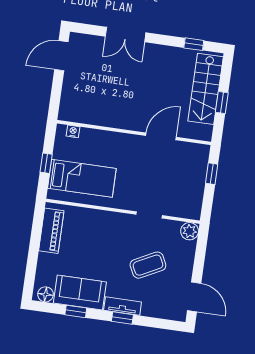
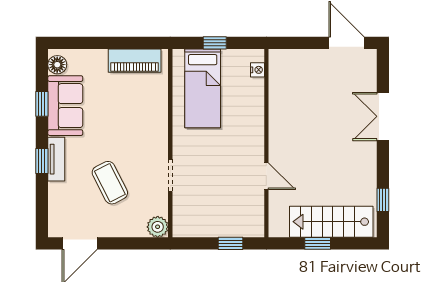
door: (161, 136) -> (266, 176), width x0.73

